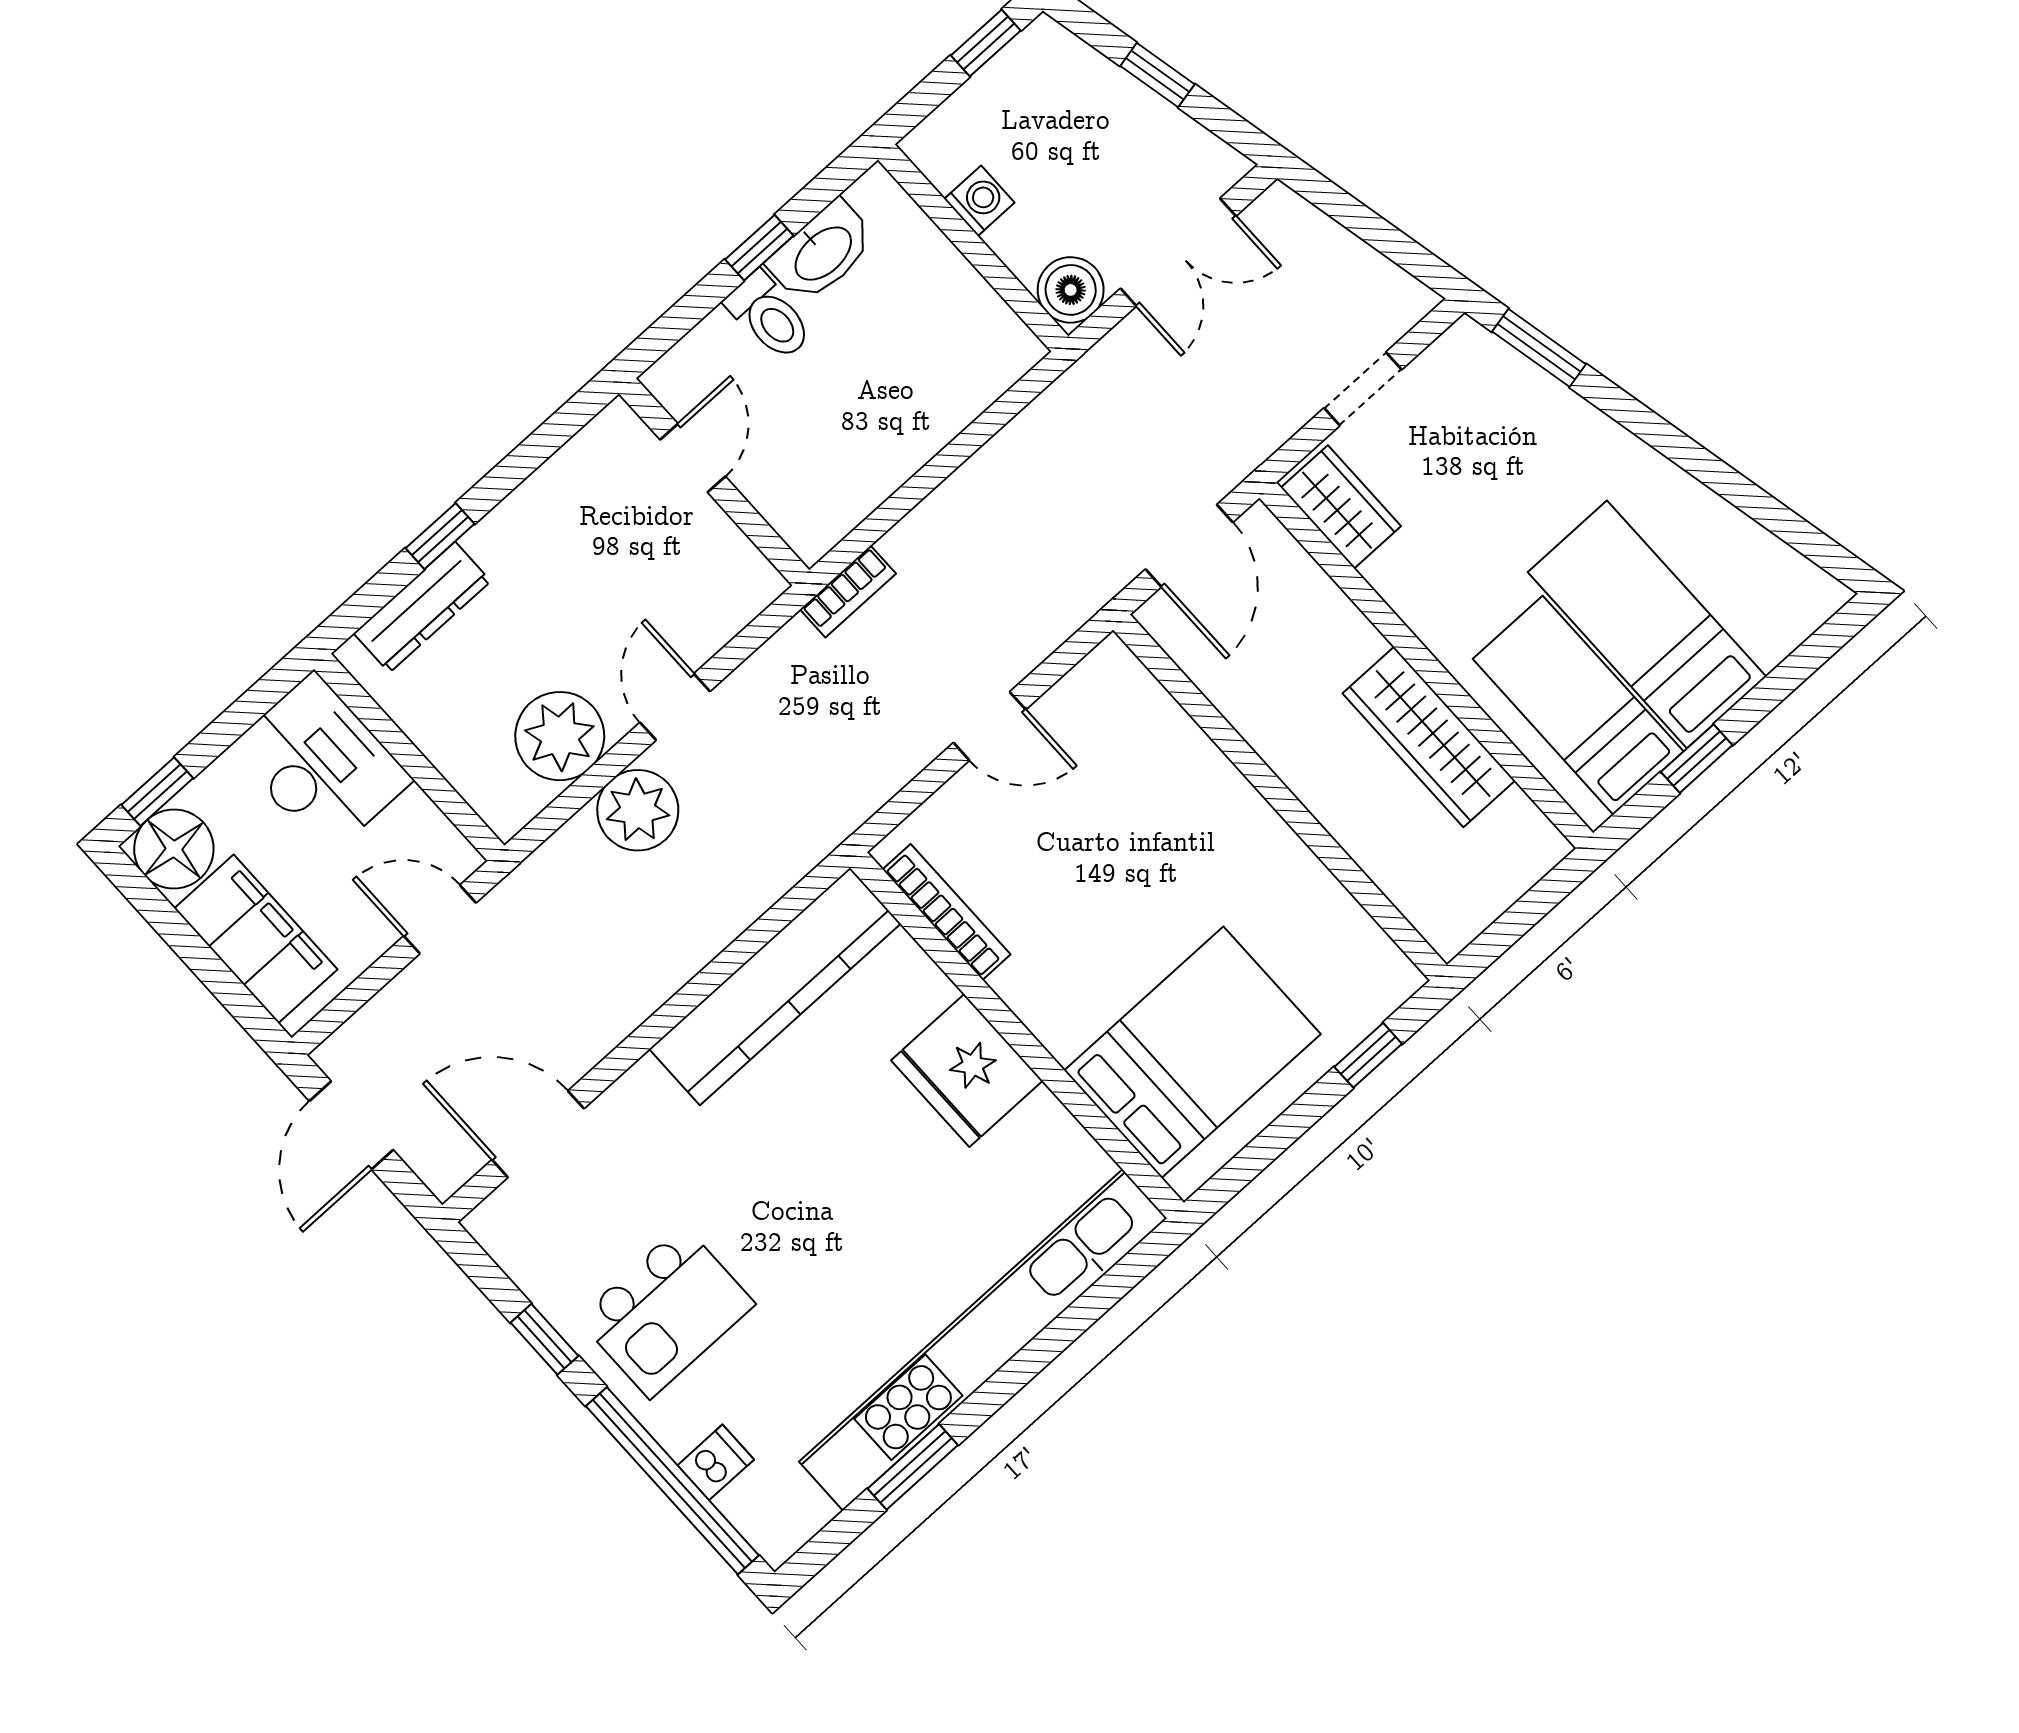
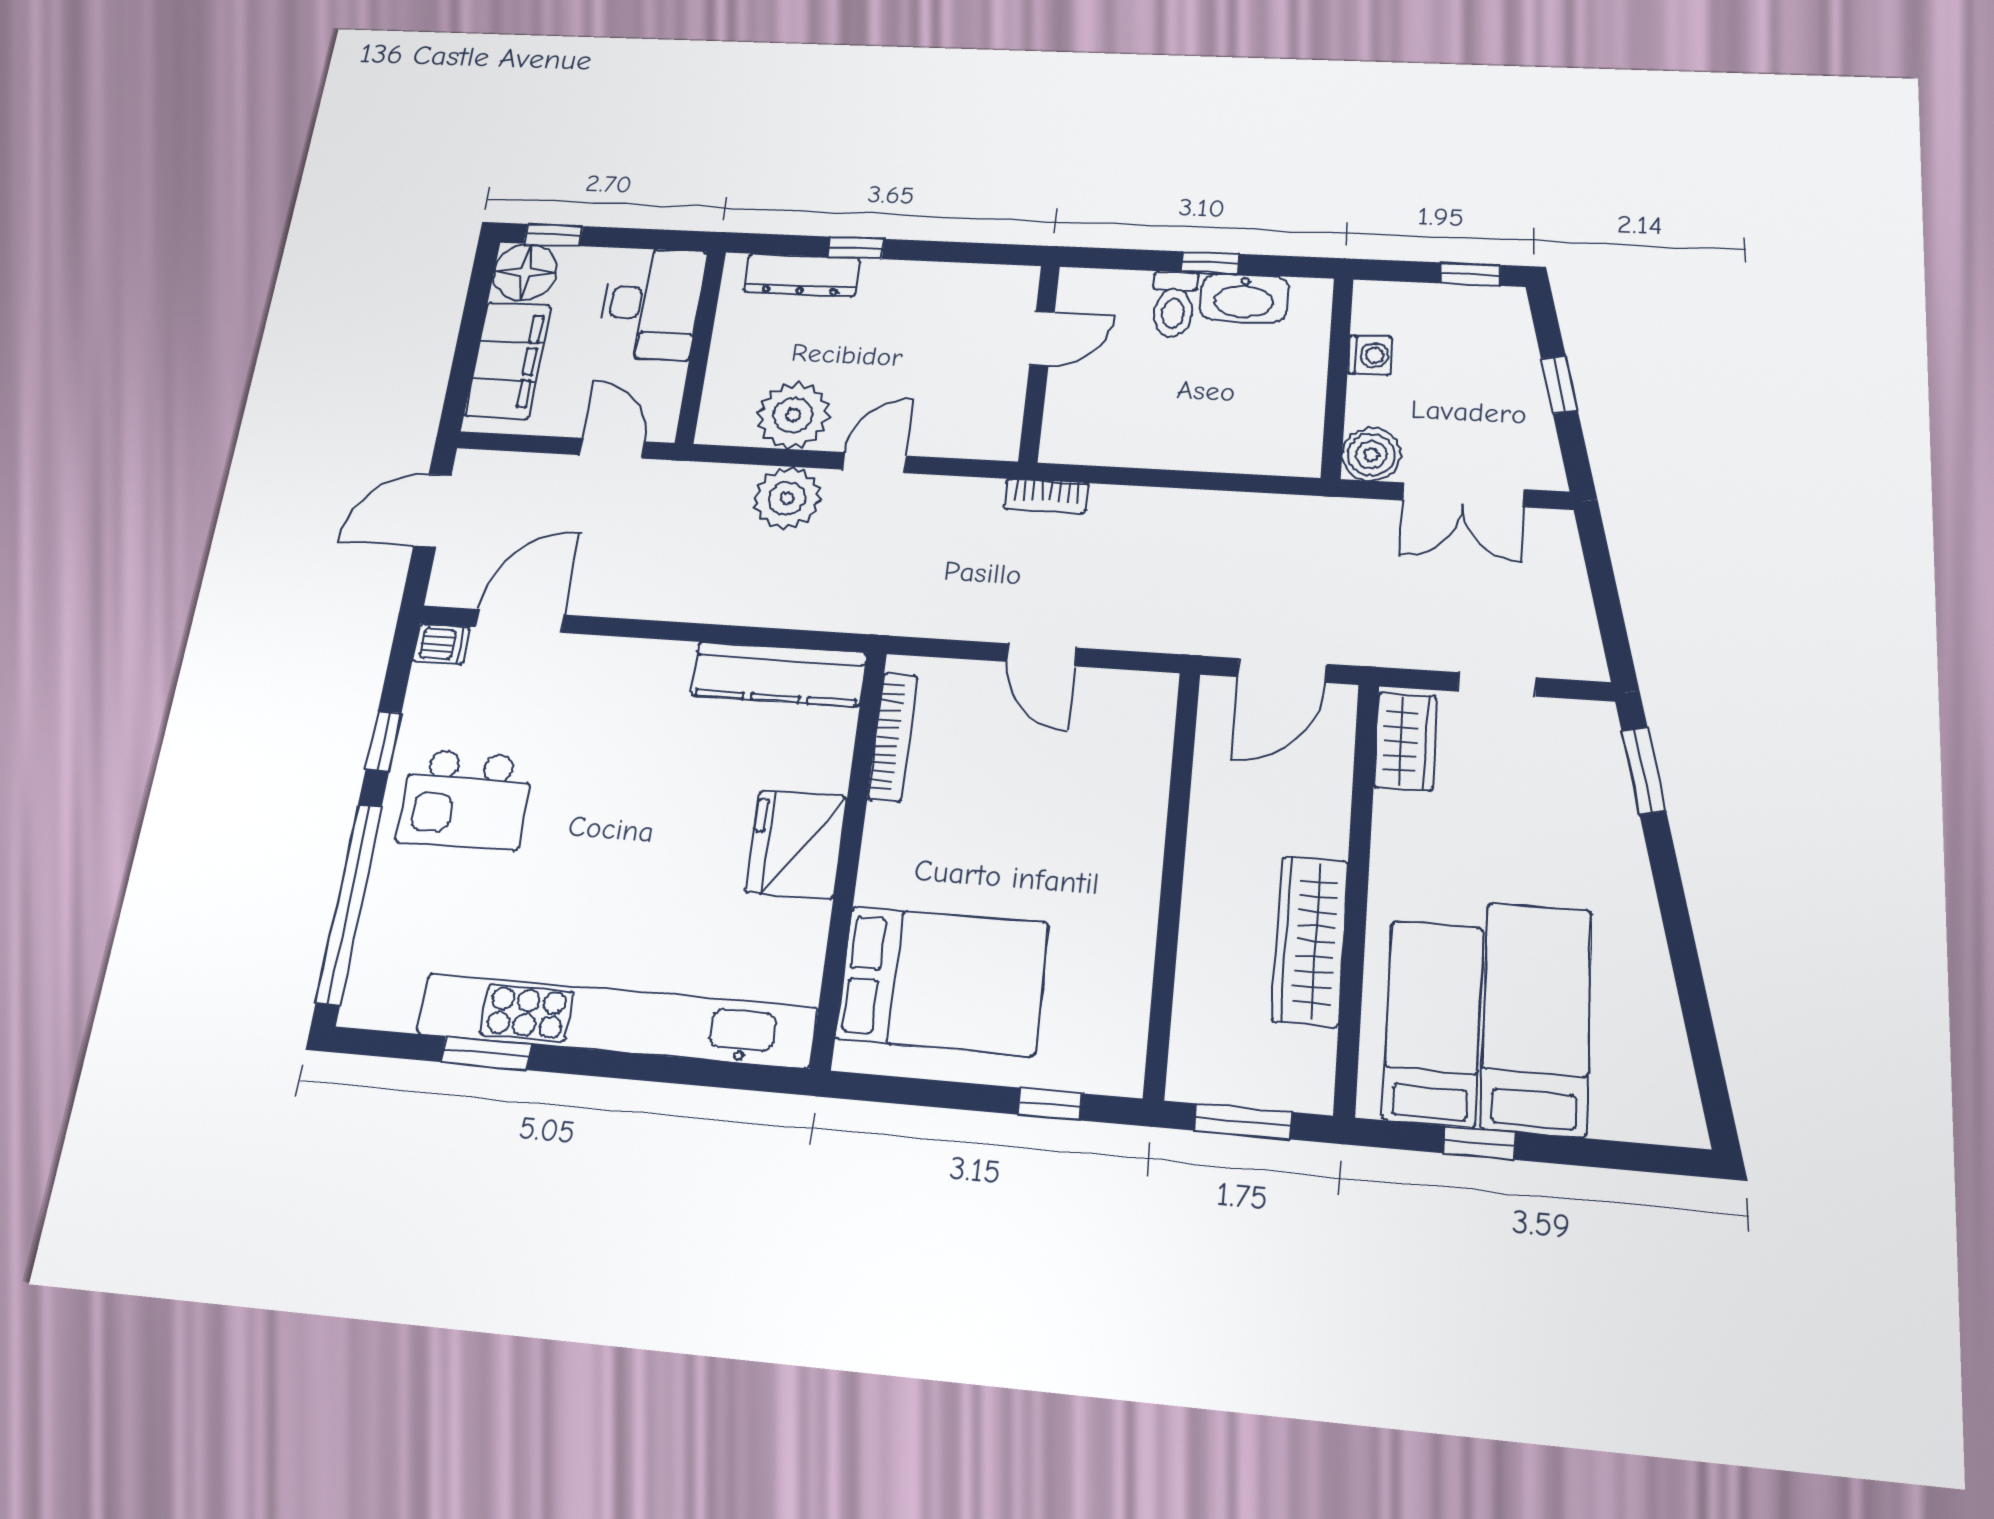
window: (1518, 920) -> (1243, 1121), added
kitchen counter: (775, 986) -> (779, 674), width x0.72, depth x0.86
door: (538, 1134) -> (520, 621), hinge flipped
dishwasher: (716, 1462) -> (441, 644), moved

